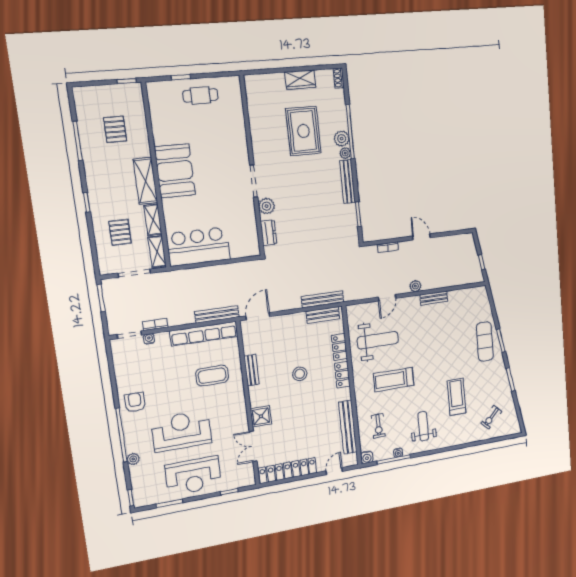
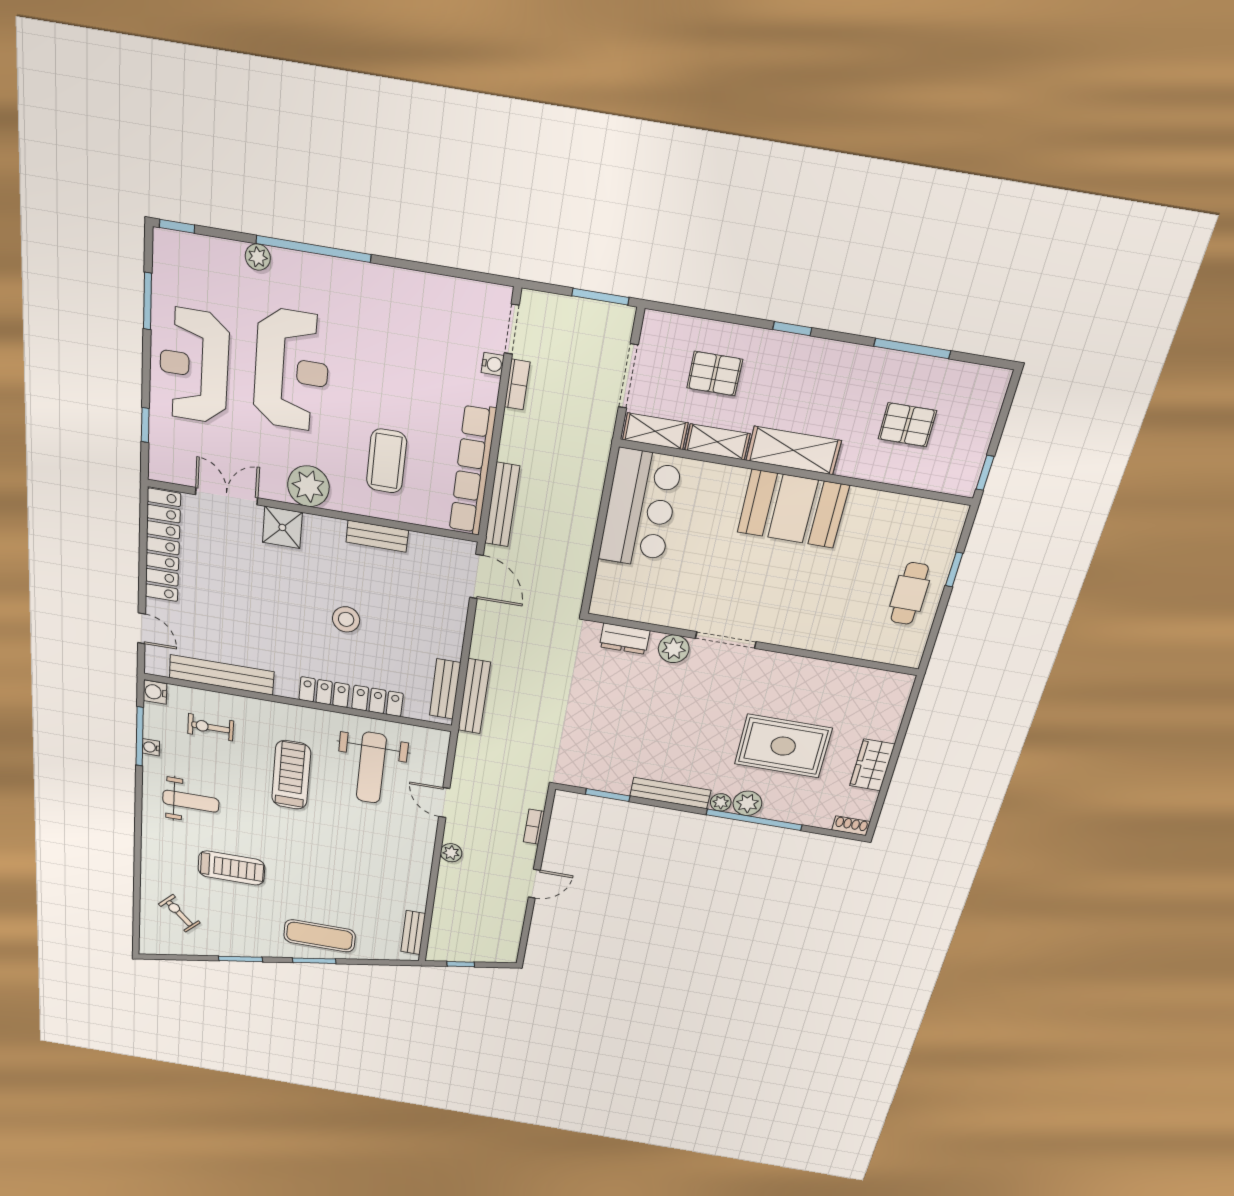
bench: (434, 298) -> (413, 933), moved
armchair: (135, 402) -> (374, 297), removed
plant: (236, 409) -> (308, 486), added

